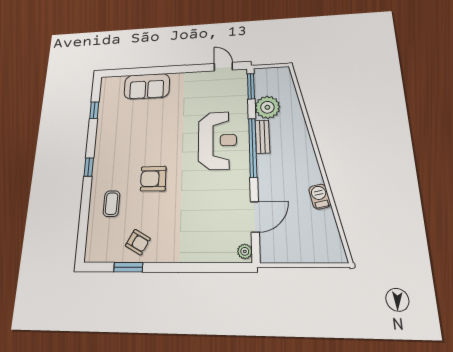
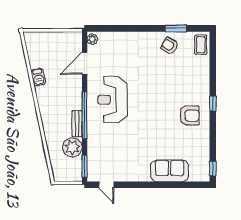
window: (94, 110) -> (213, 169), moved
reception desk: (217, 140) -> (113, 100), moved
armchair: (153, 179) -> (189, 116), moved
coffee table: (112, 204) -> (201, 45), moved

